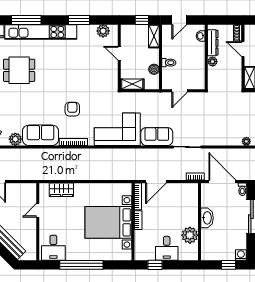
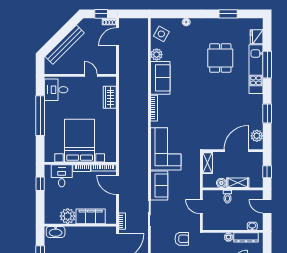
kitchen unit: (41, 32) -> (256, 69), width x0.73
shelving: (154, 36) -> (238, 183), moved
door: (119, 53) -> (236, 151), width x1.87
armchair: (72, 109) -> (182, 239), moved
filing cabinet: (190, 210) -> (91, 216), added
washbasin: (207, 218) -> (56, 232), moved
desk: (167, 248) -> (62, 176), moved, turned 90

